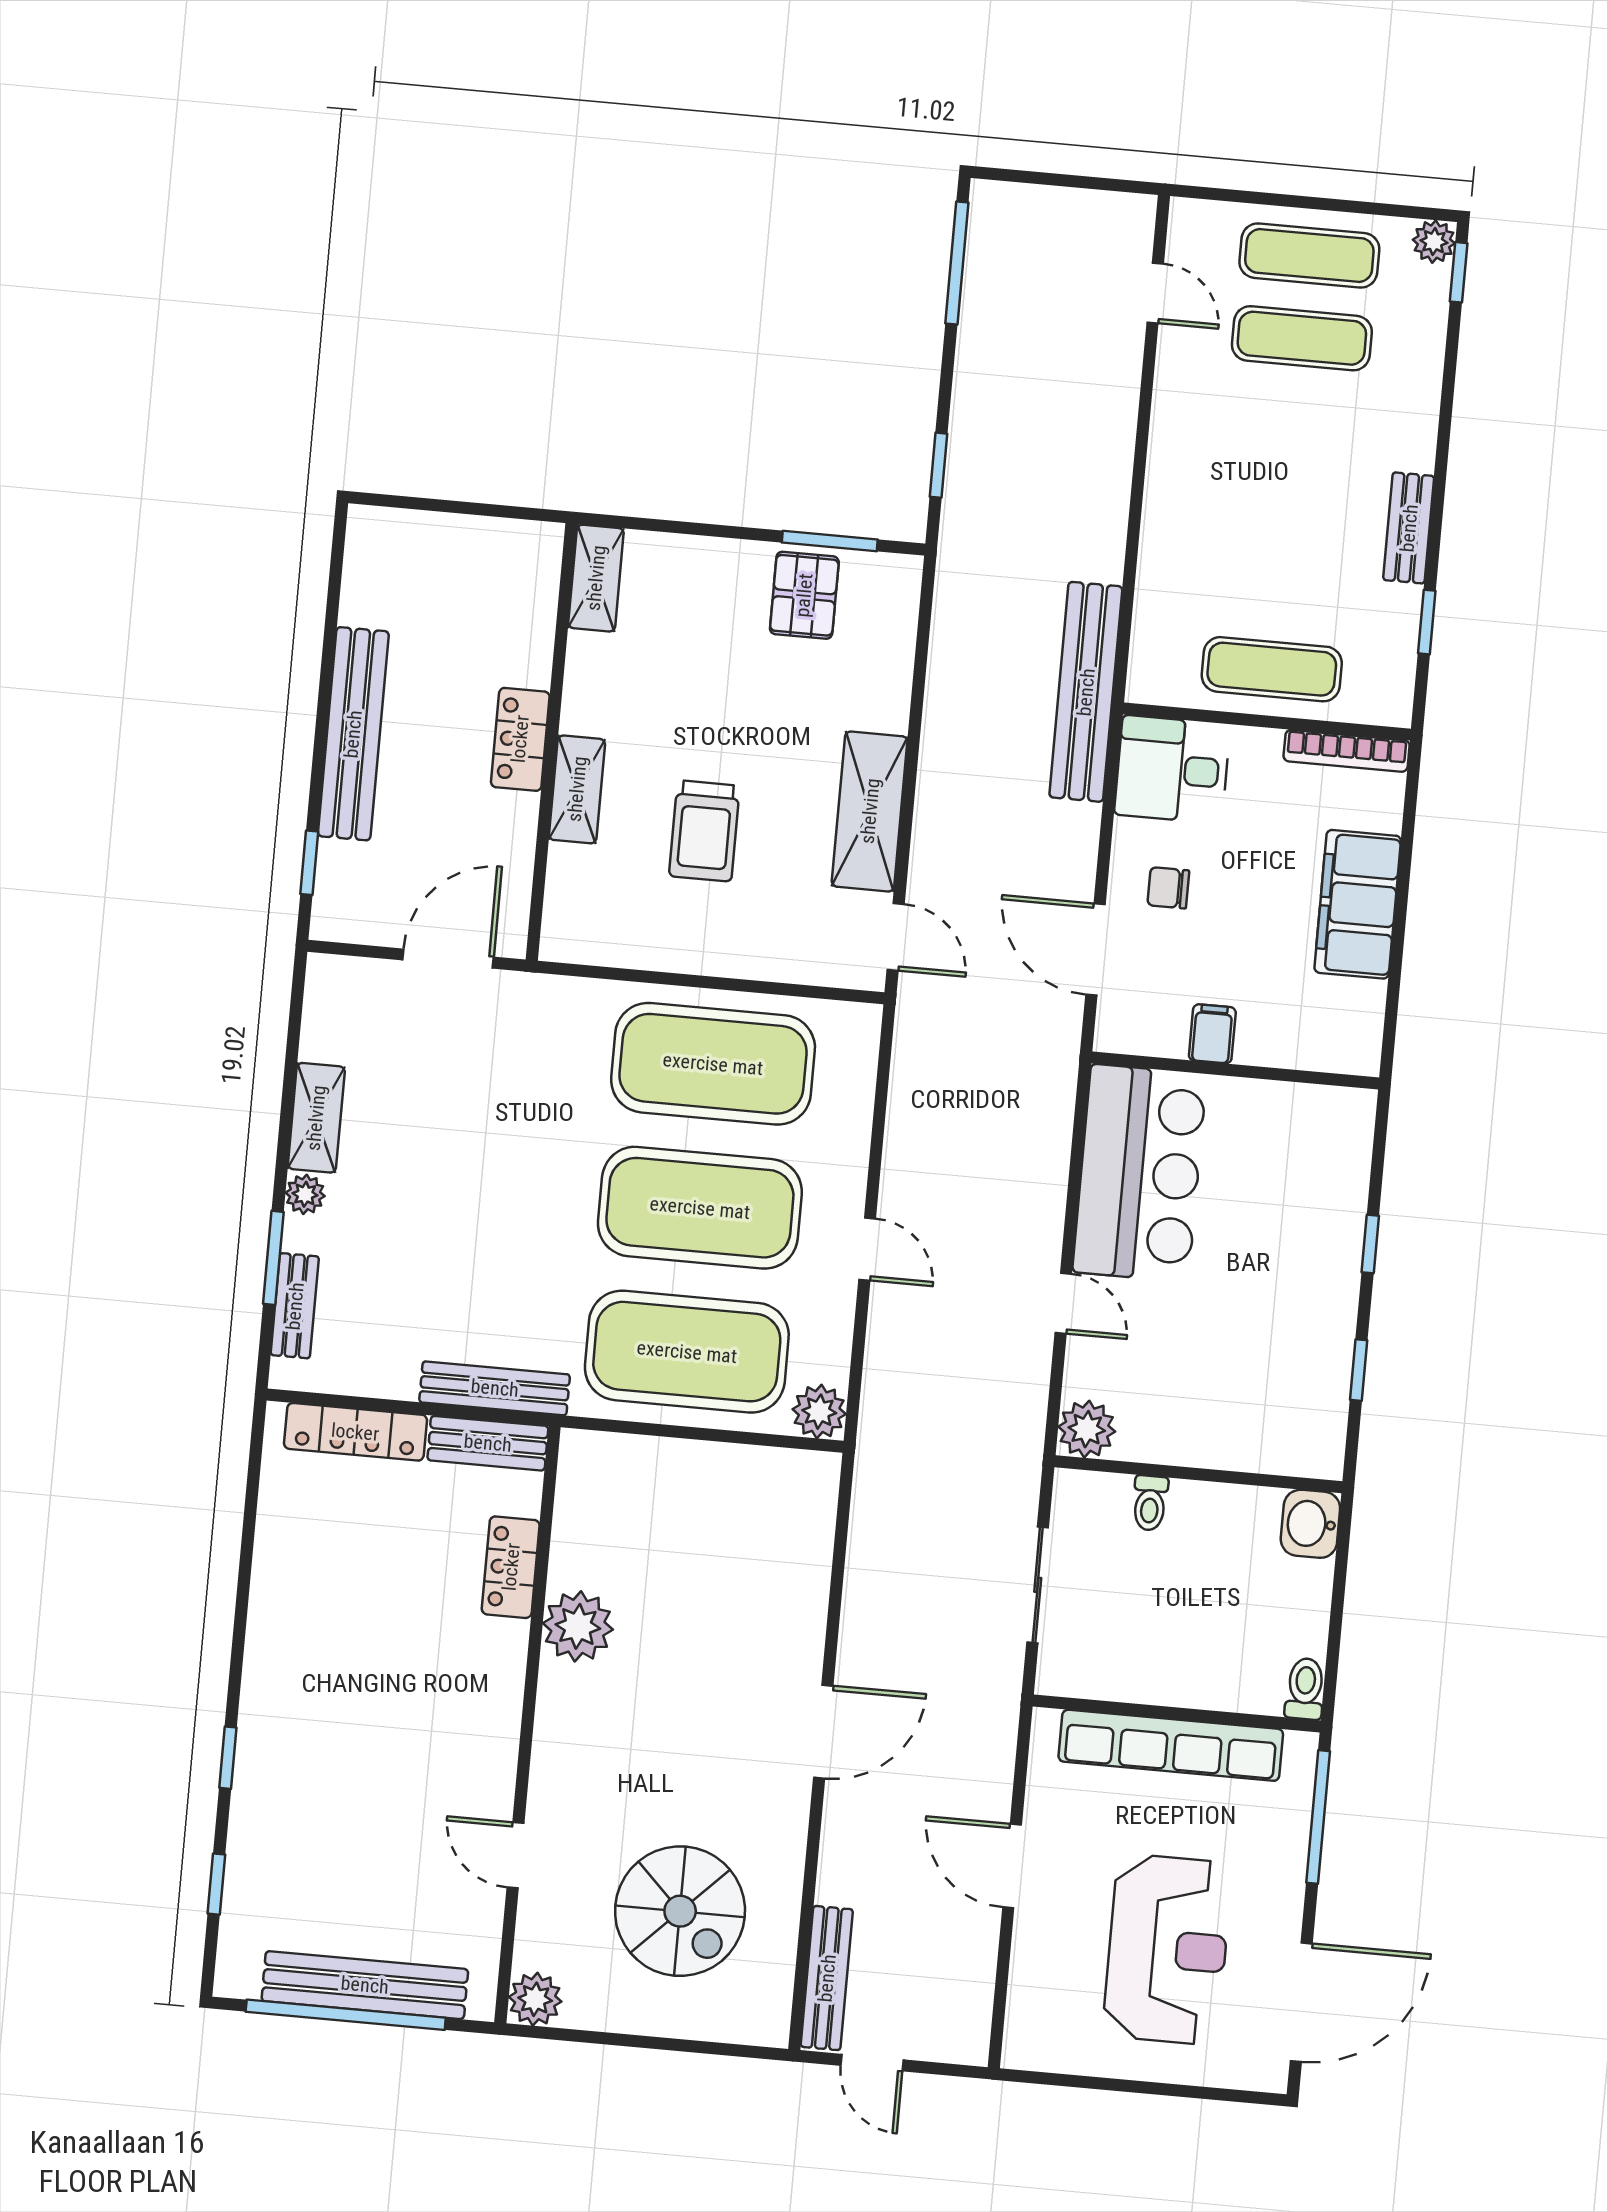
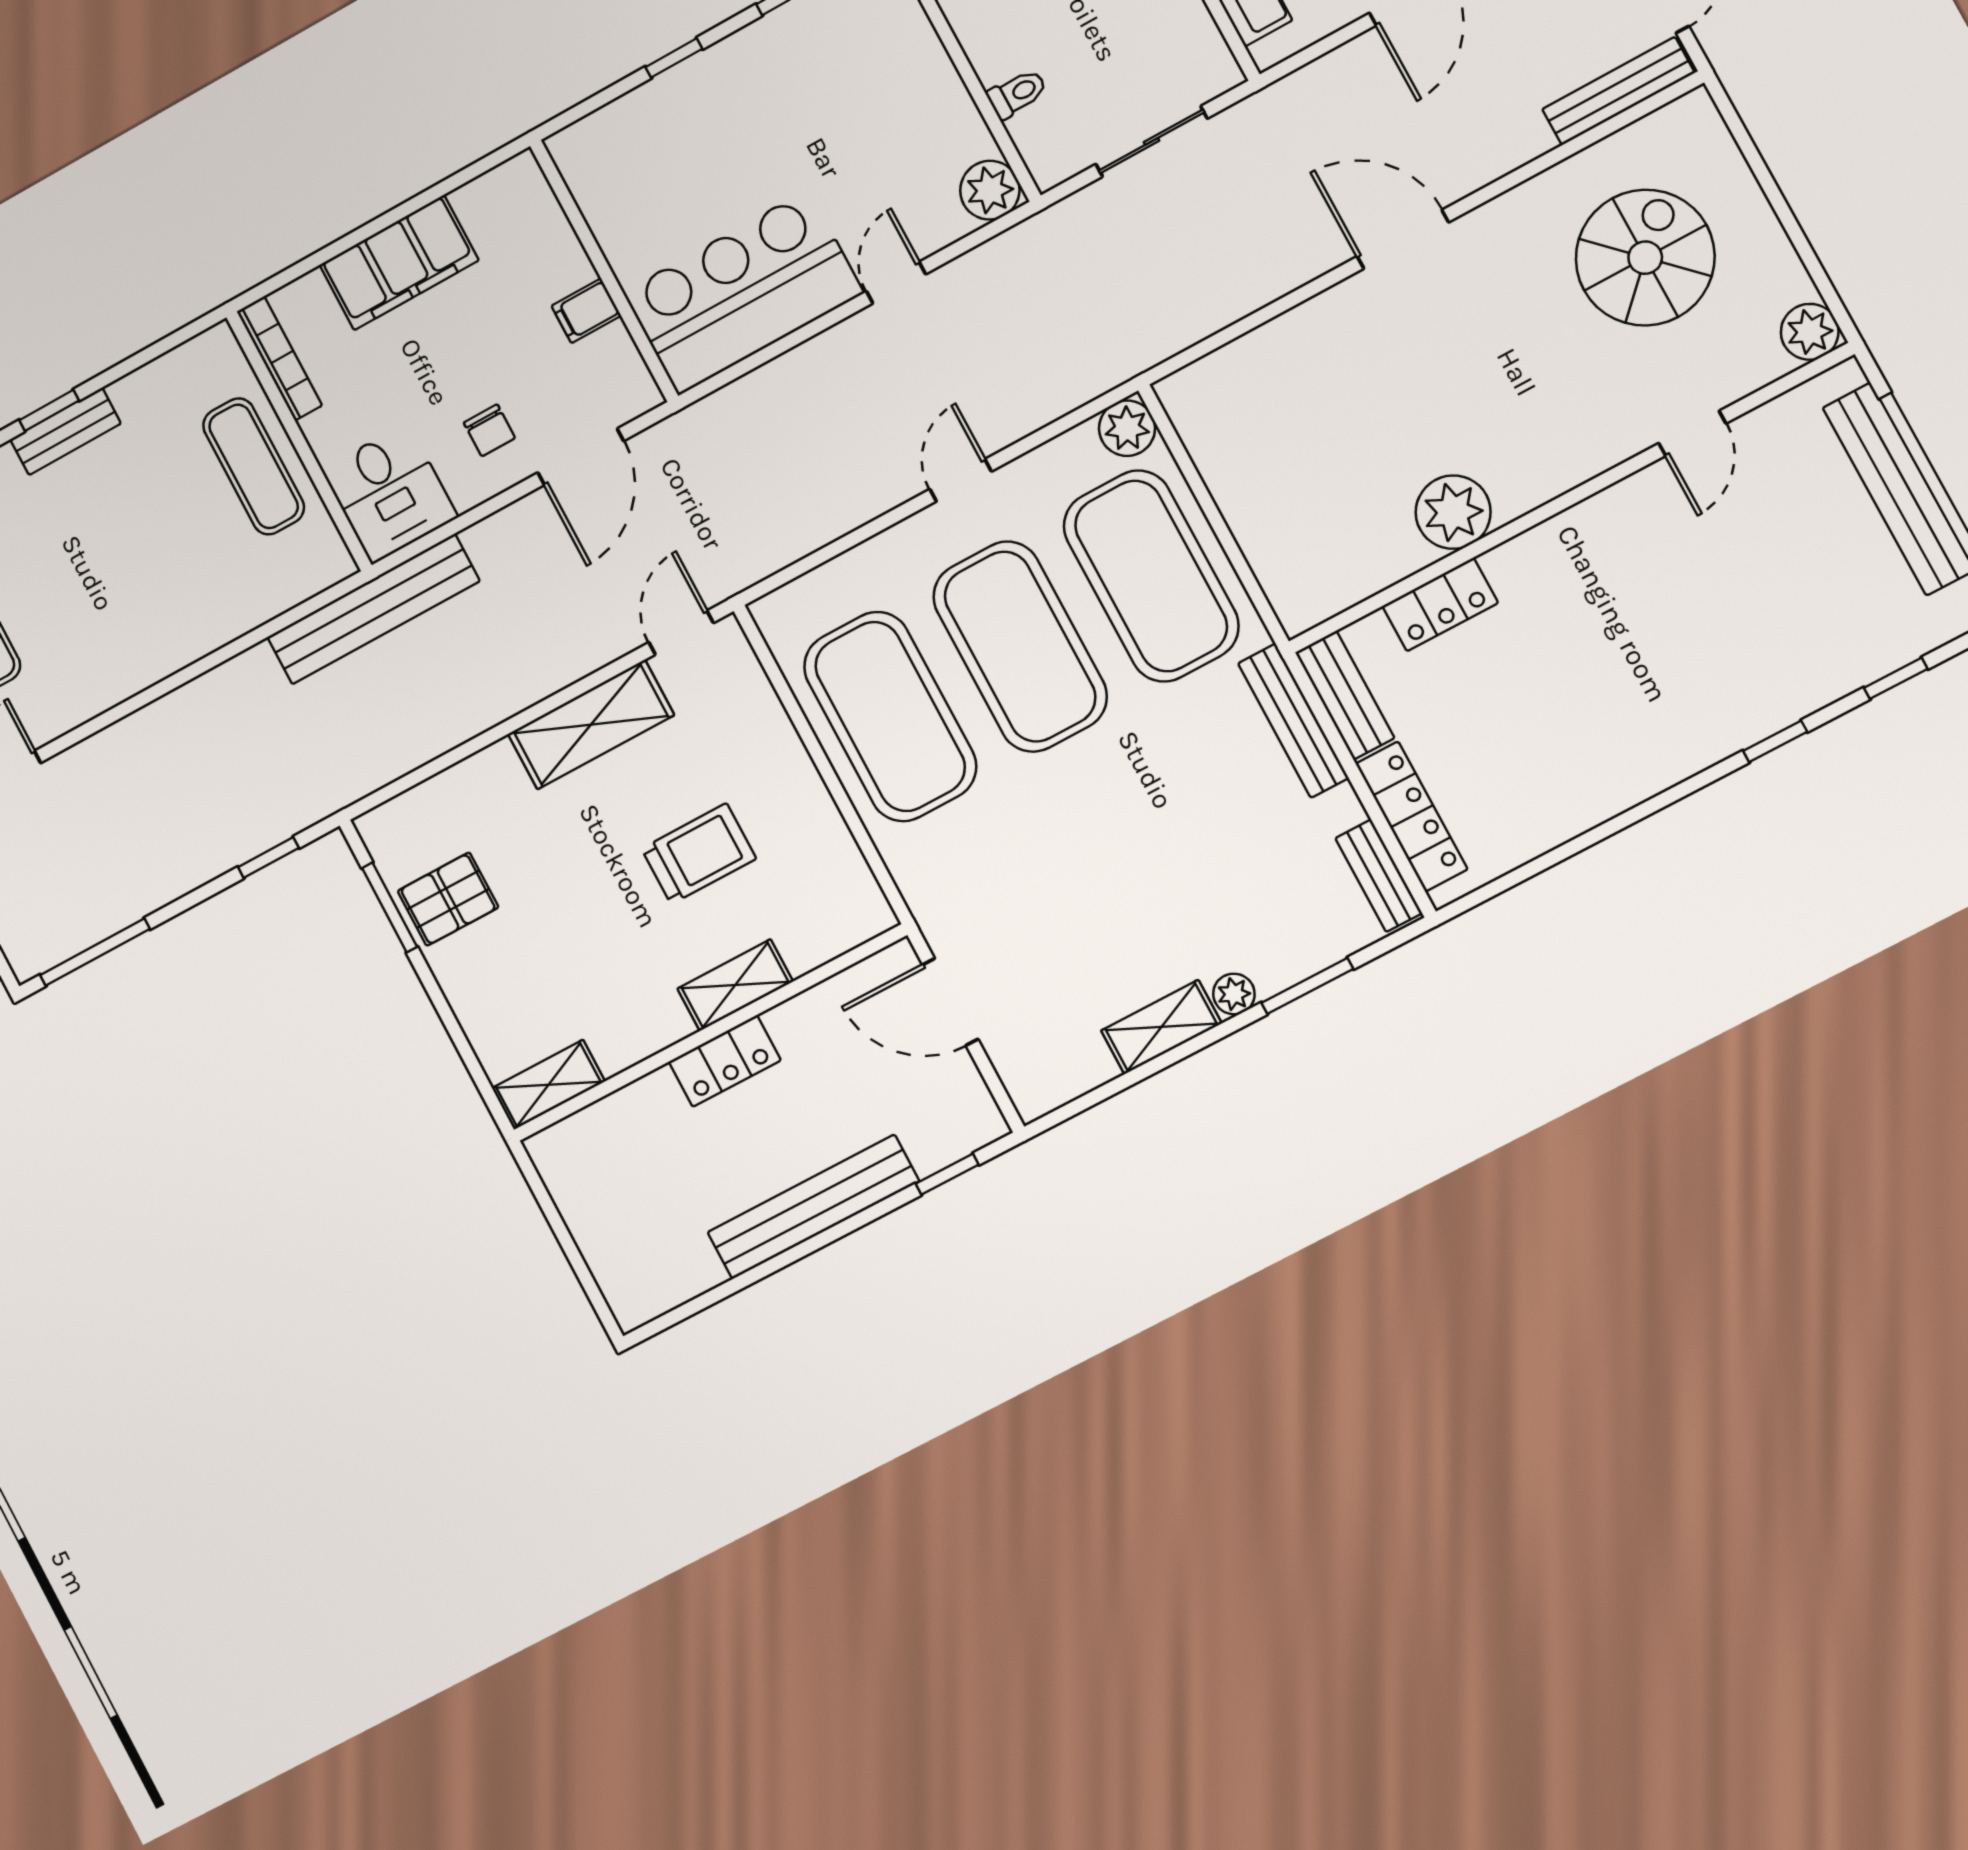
window: (1427, 622) -> (49, 410), moved
bench: (295, 1306) -> (1379, 876), moved, turned 90

